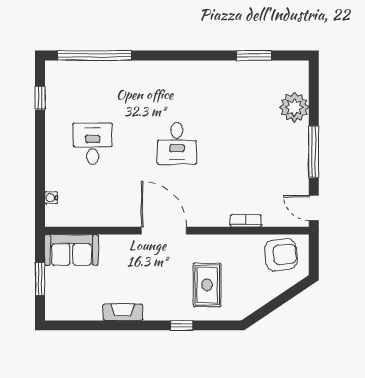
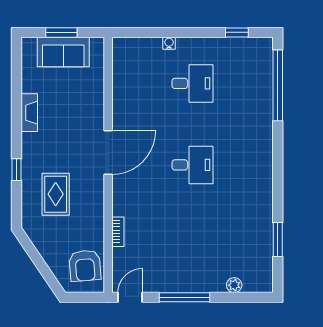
plant: (294, 107) -> (234, 285), width x0.53, depth x0.53
desk: (177, 144) -> (192, 165), turned 180
water cooler: (51, 198) -> (169, 43), moved
sofa: (71, 250) -> (63, 52), moved, turned -90
rug: (207, 285) -> (56, 194), turned 90

